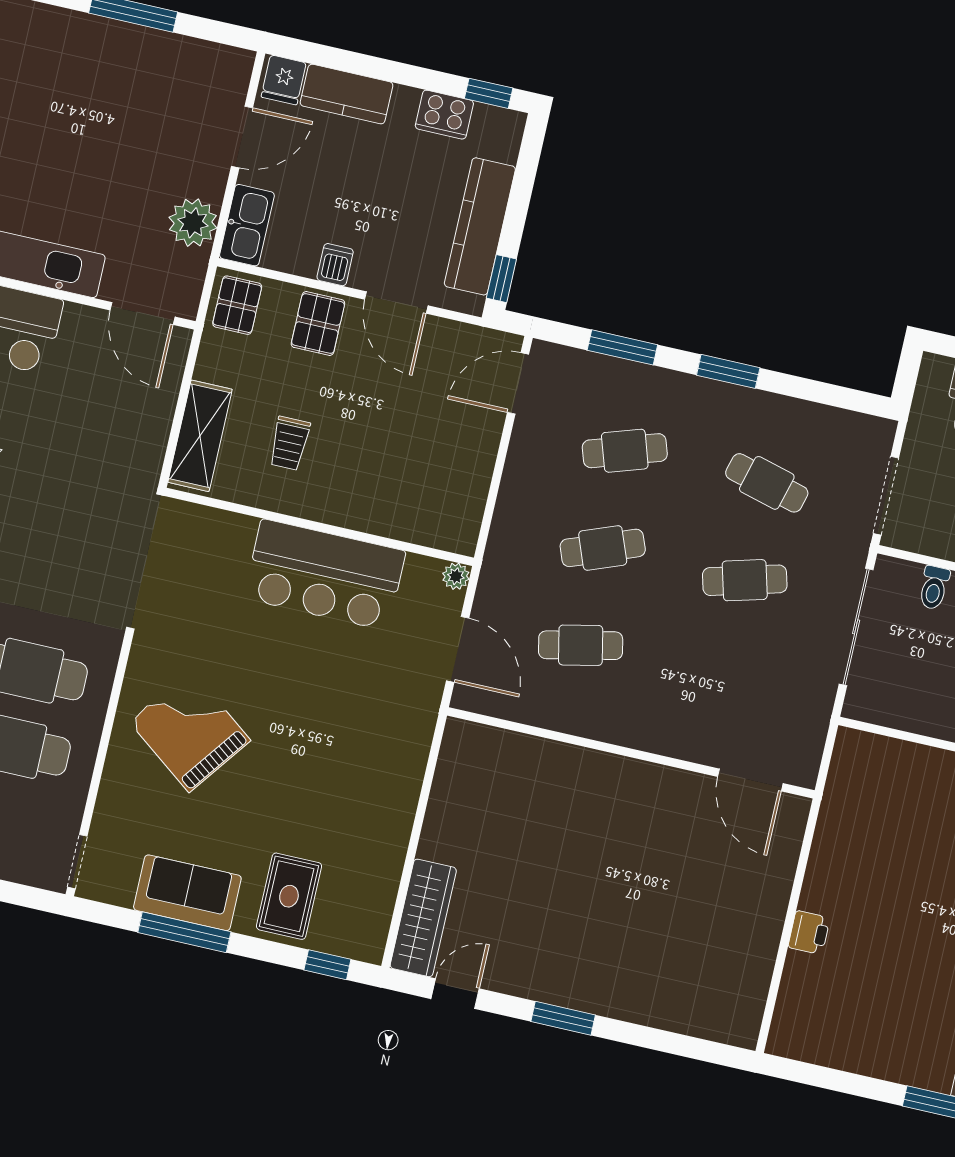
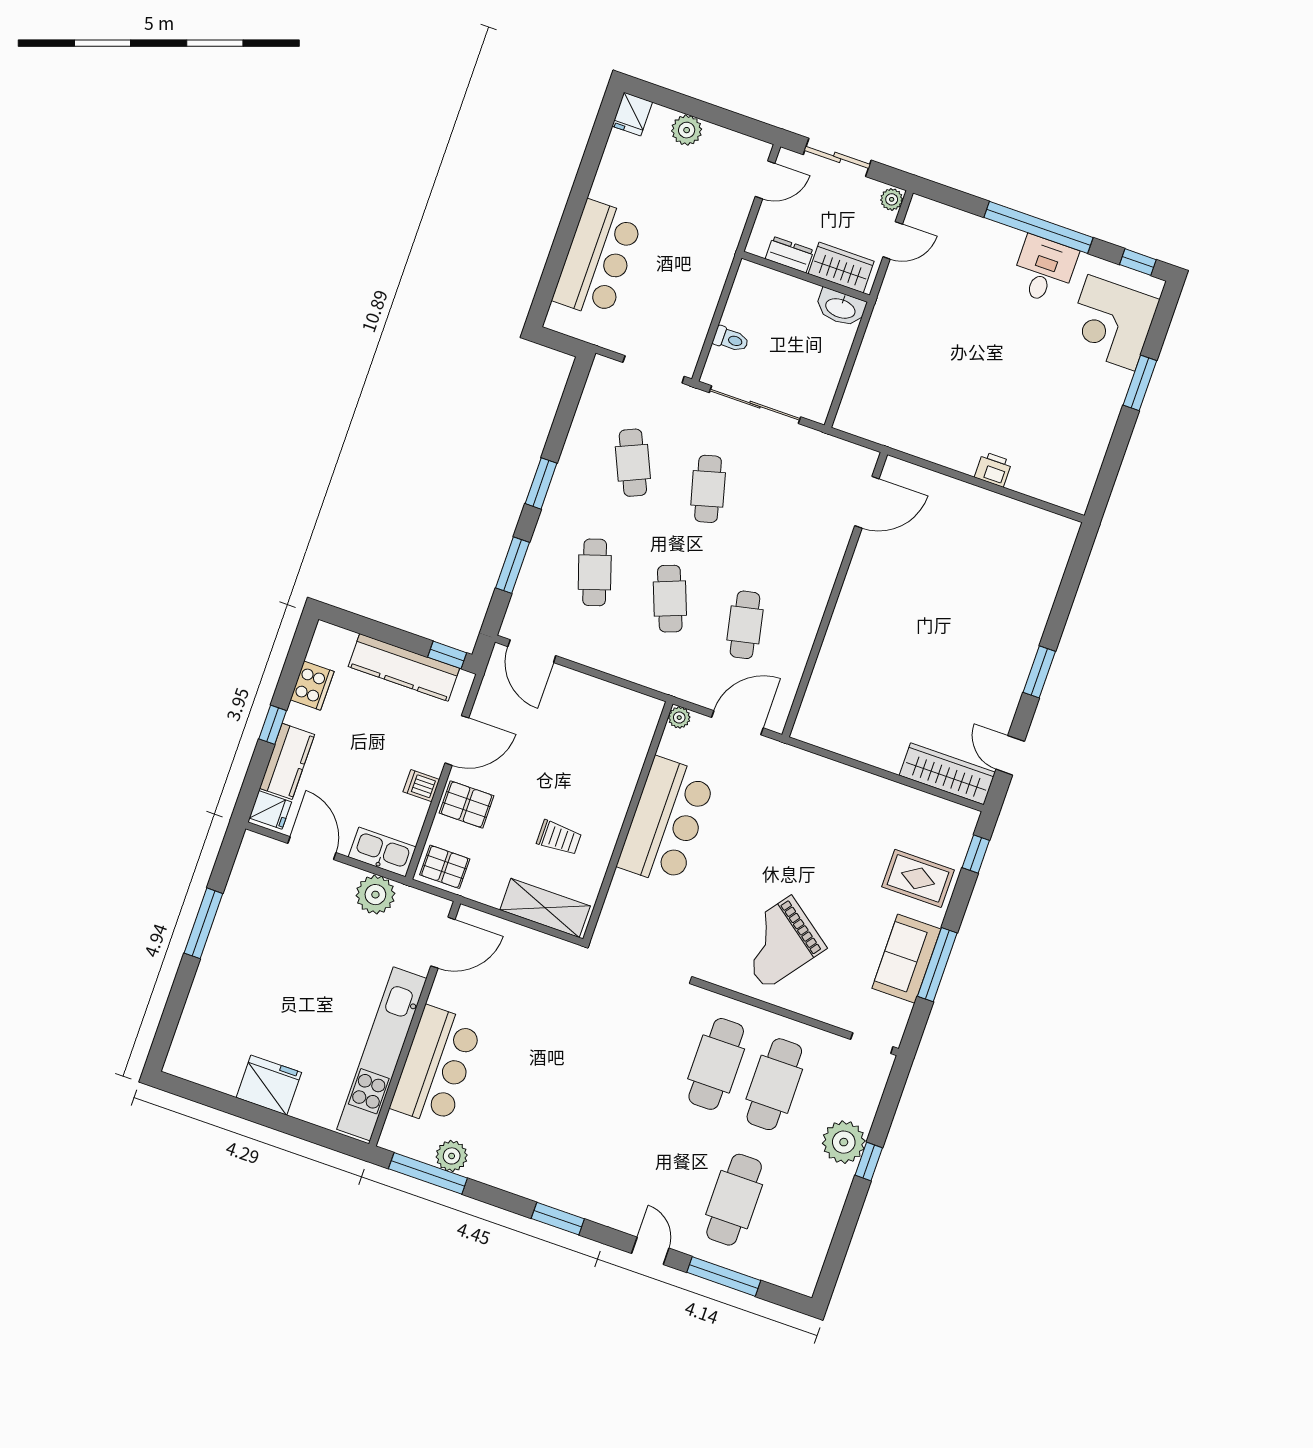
window: (489, 93) -> (273, 725), moved
cafe table: (767, 483) -> (633, 463), turned -39

